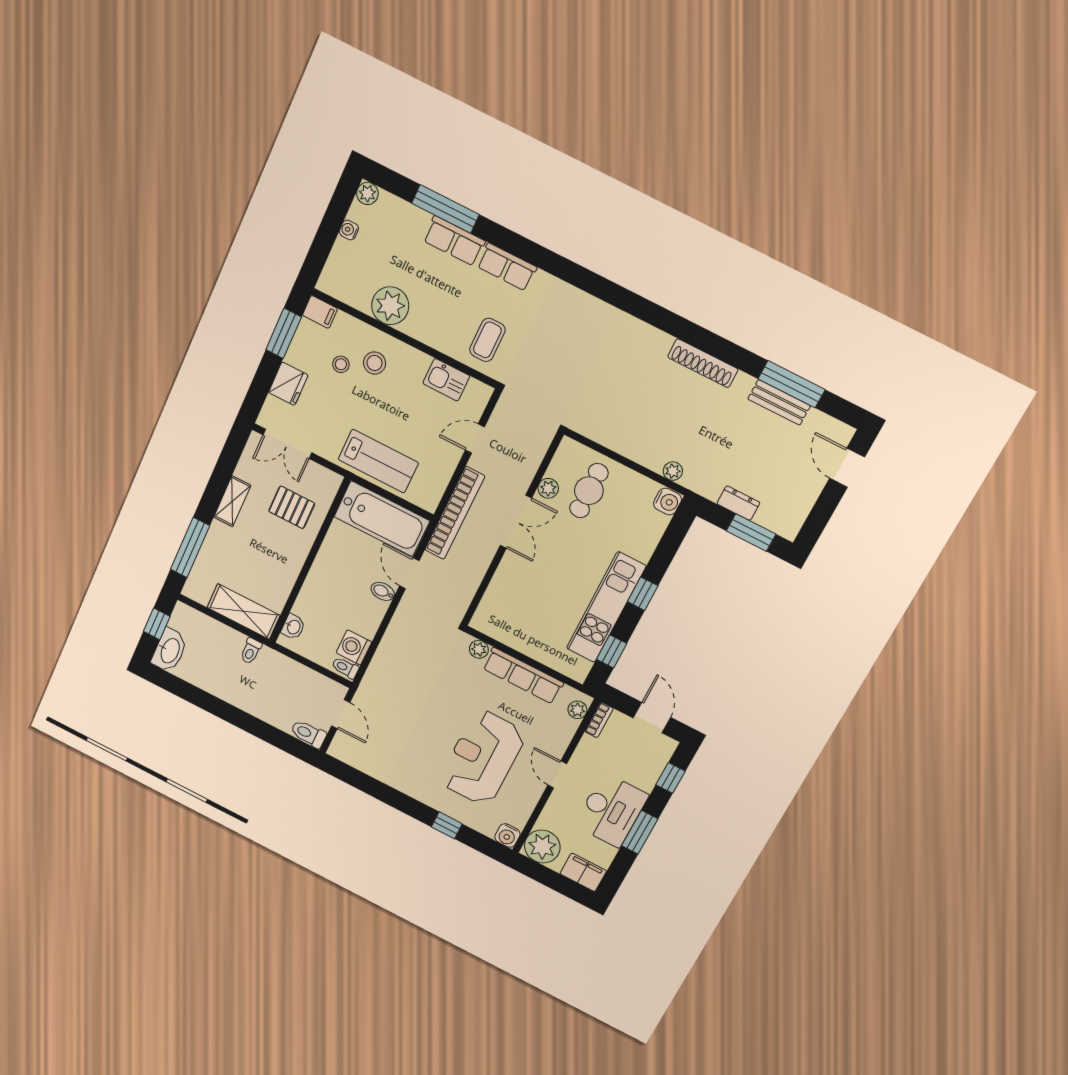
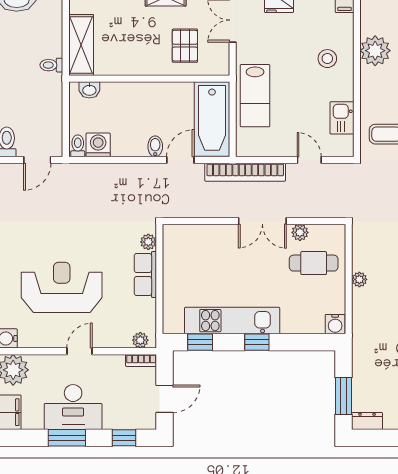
stool: (341, 364) -> (314, 34), removed
plant: (673, 471) -> (359, 279), moved
dresser: (738, 503) -> (367, 421), moved, turned -90
row of seats: (523, 676) -> (145, 275), width x0.68

